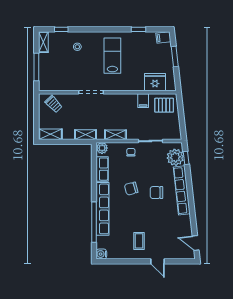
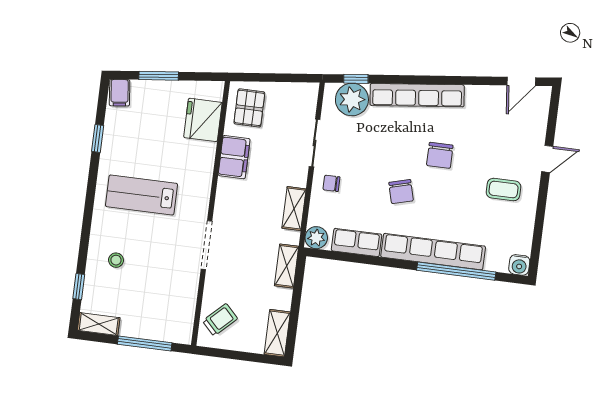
filing cabinet: (143, 101) -> (234, 157), width x2.00
chair: (156, 193) -> (440, 155), moved

